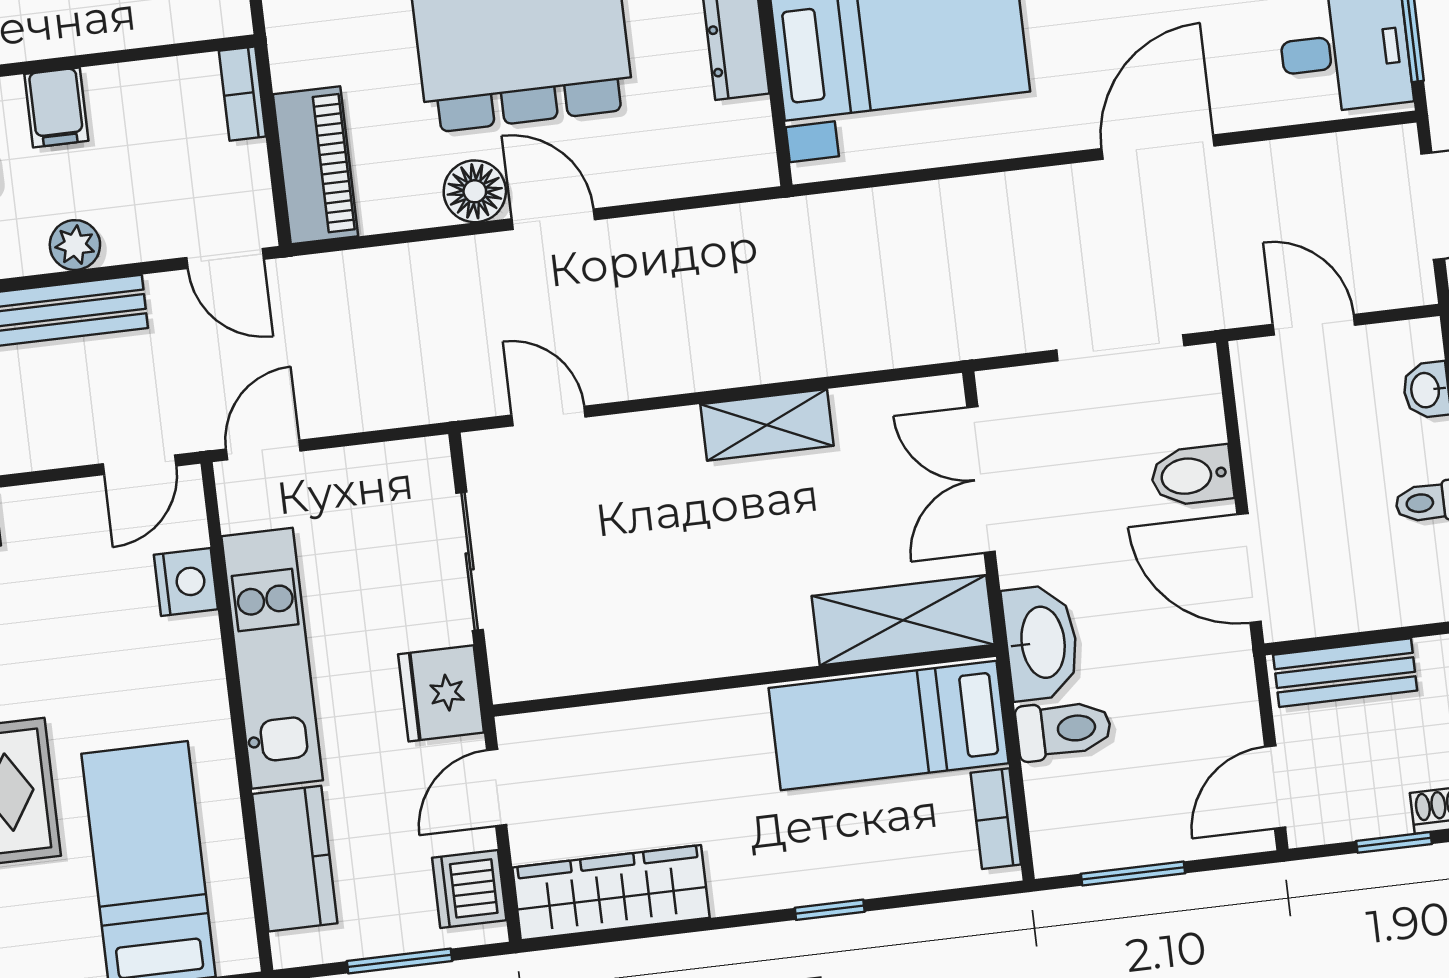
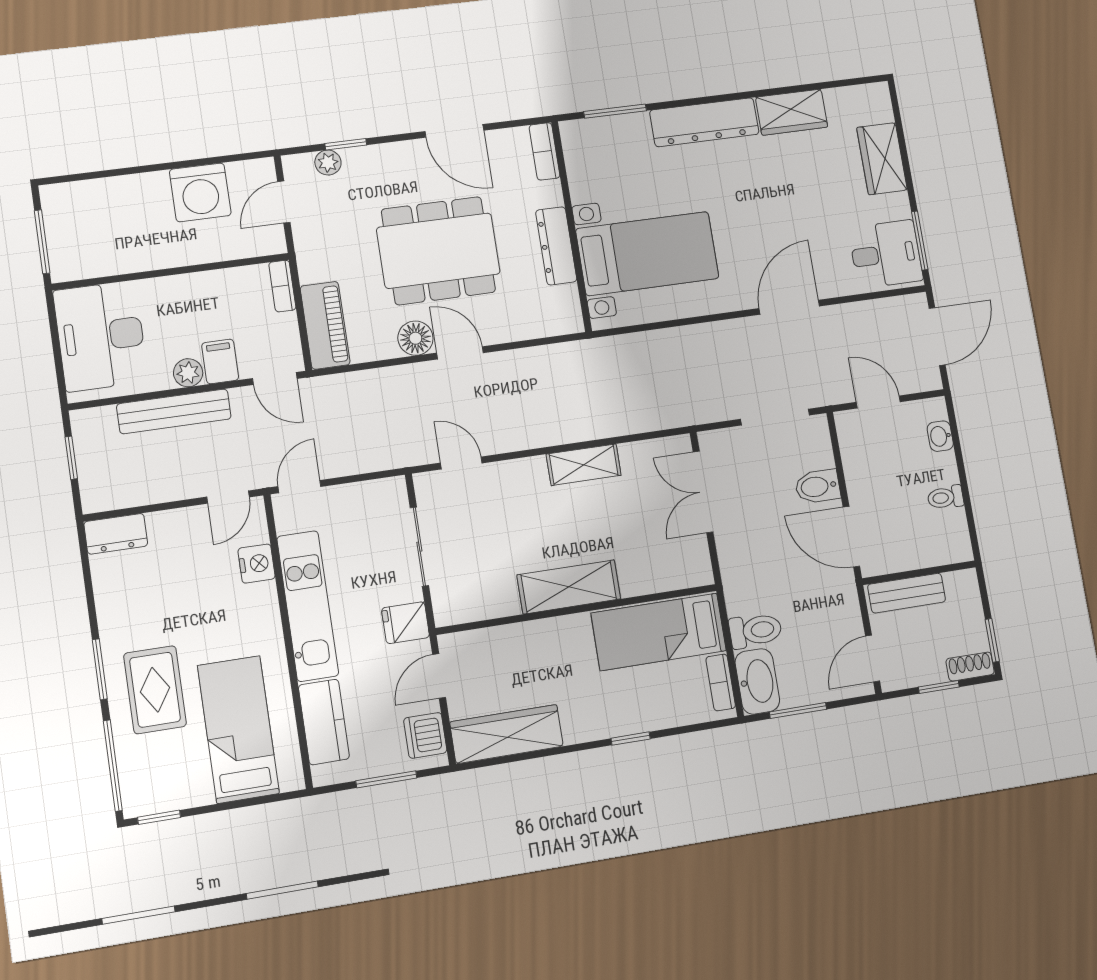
filing cabinet: (56, 107) -> (220, 361), moved, turned 180
shelving: (903, 620) -> (569, 587), moved
washbasin: (1041, 642) -> (757, 681), moved
fridge: (441, 693) -> (405, 623), width x0.72

